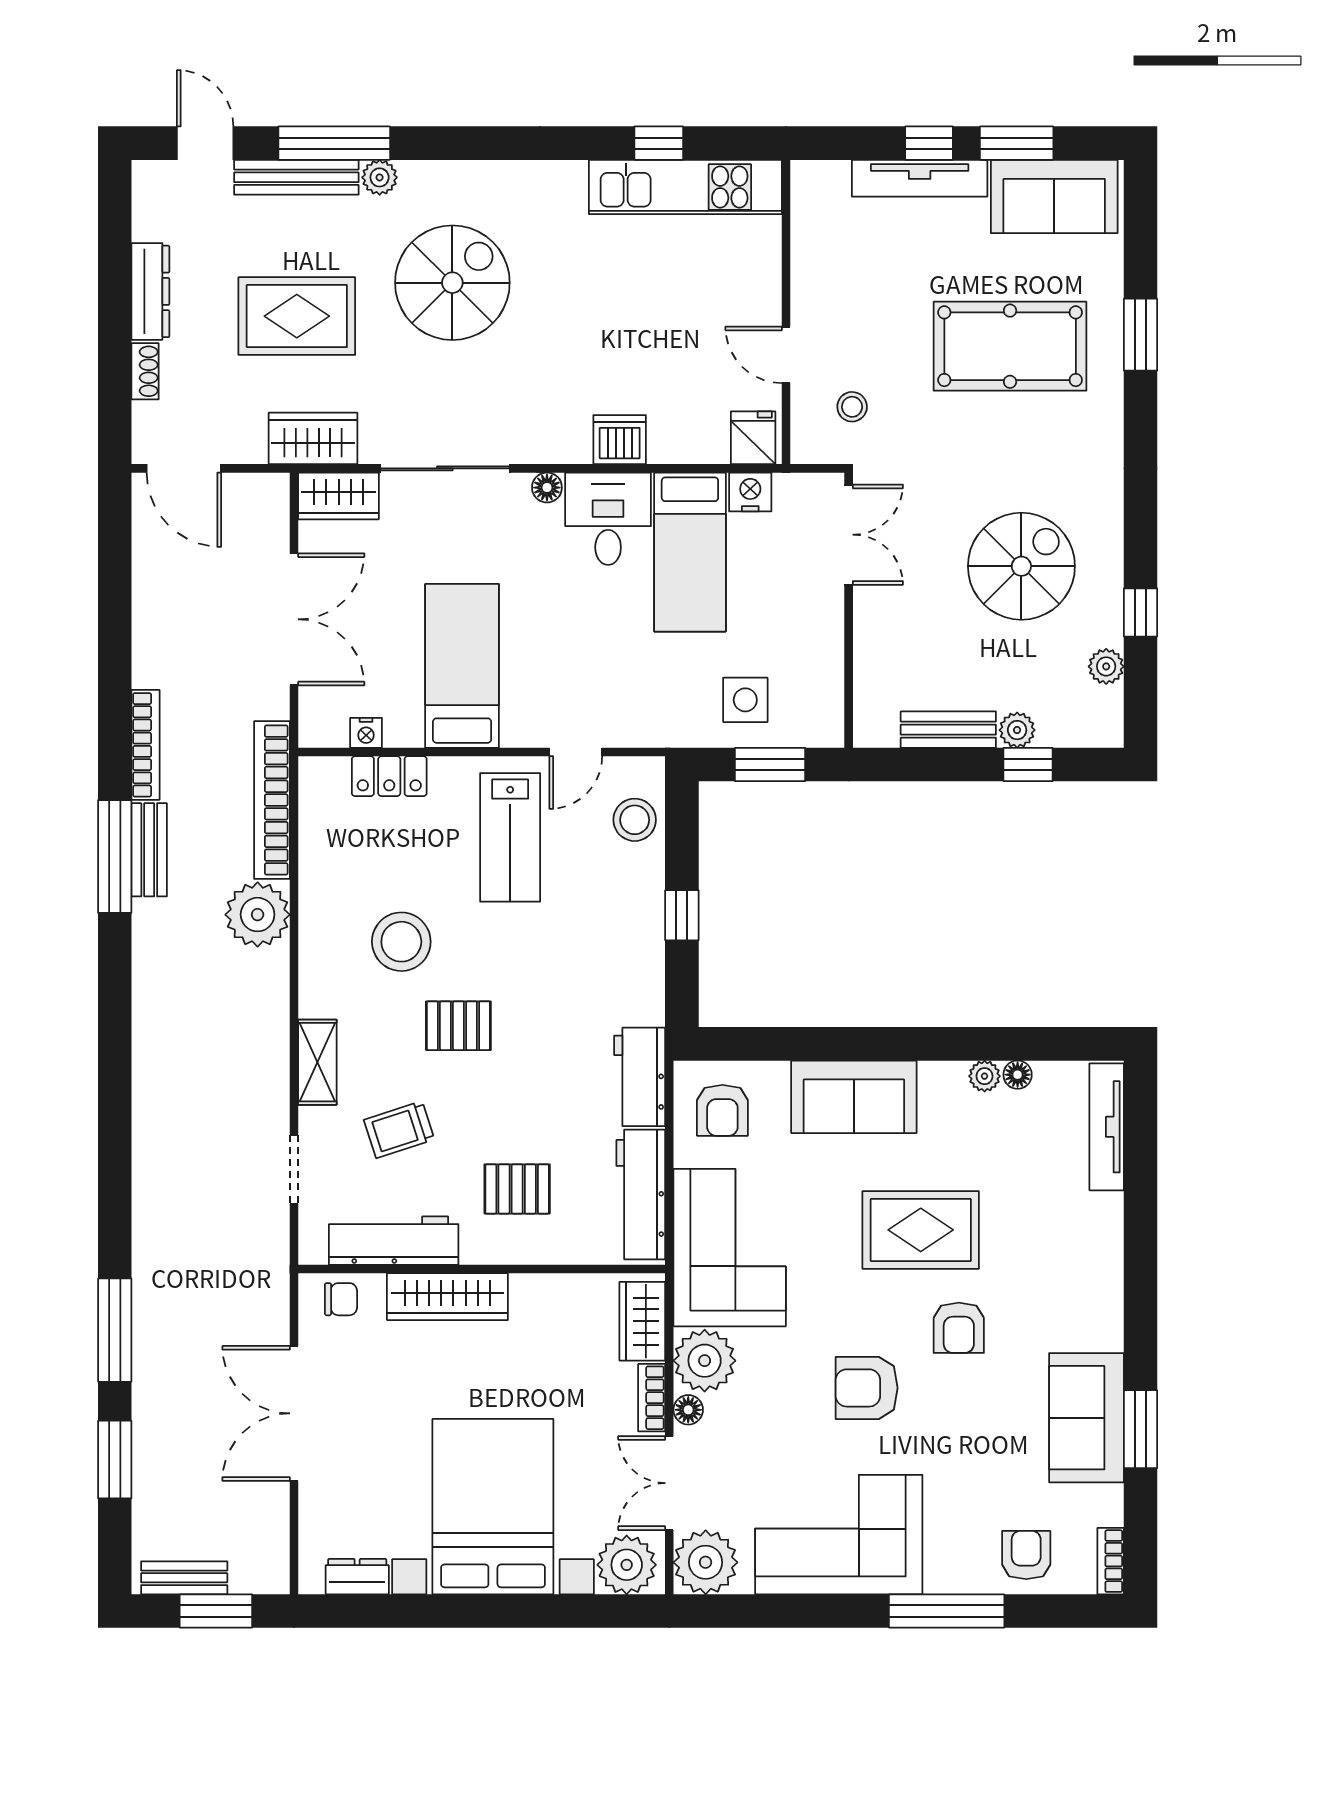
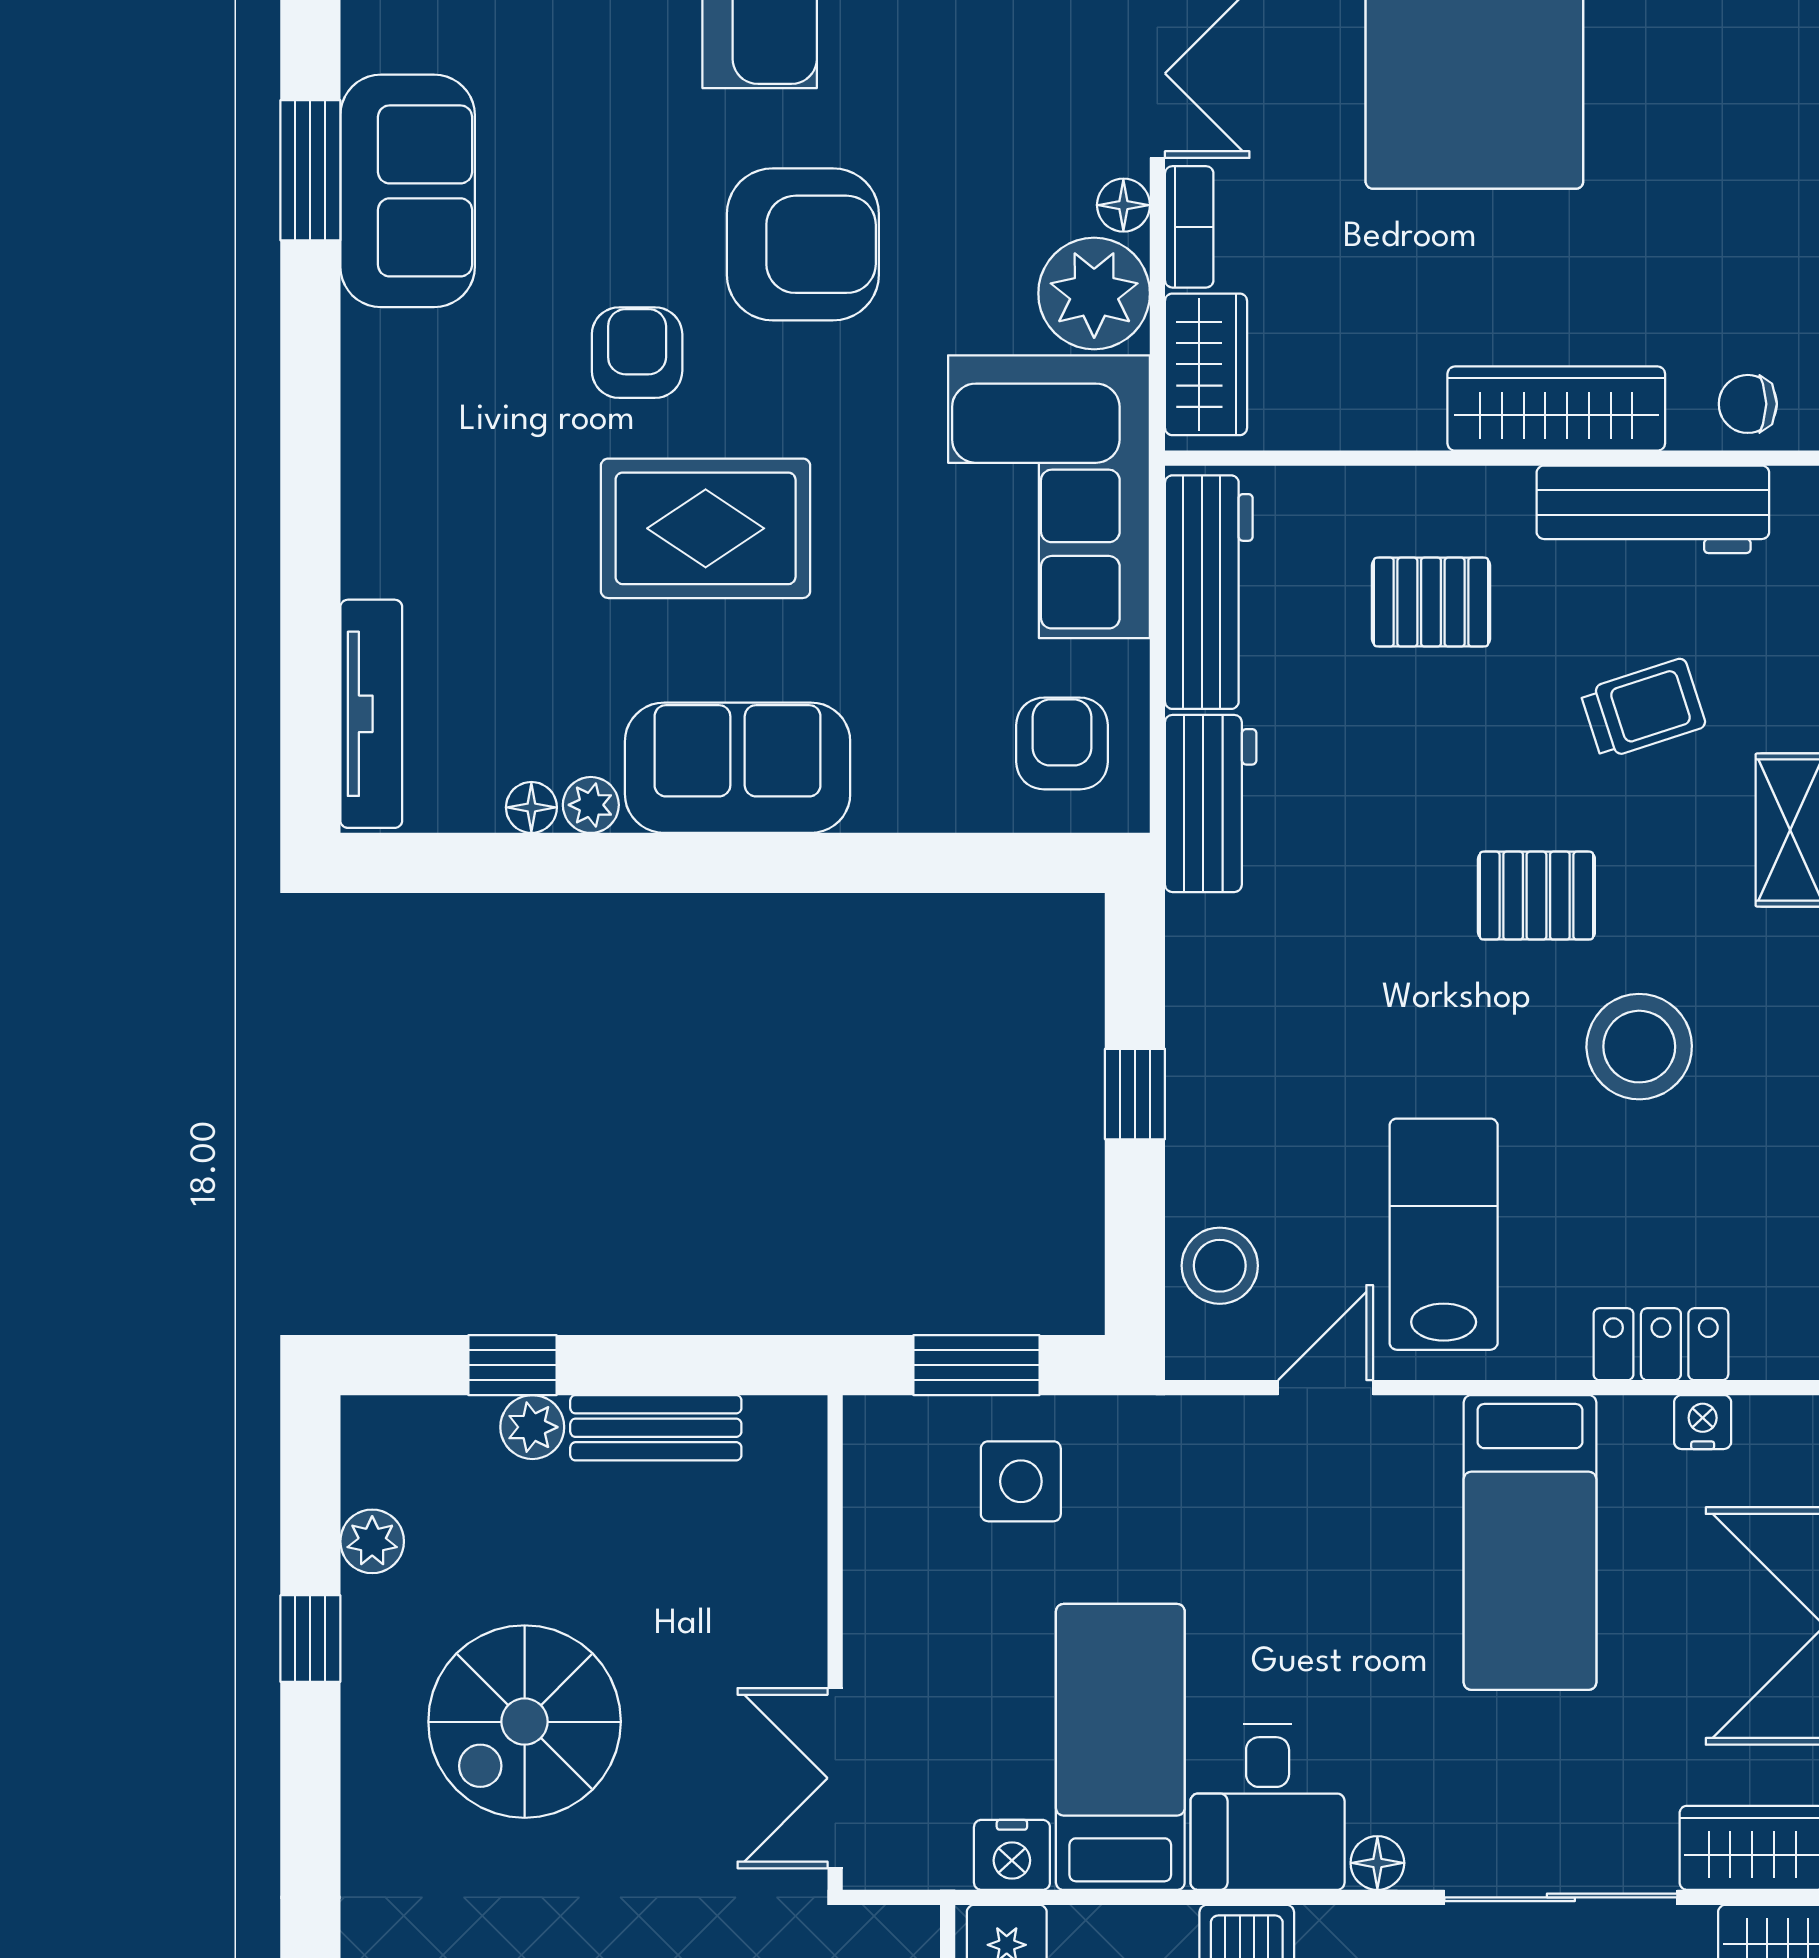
sofa: (854, 1097) -> (738, 768), moved
armchair: (867, 1388) -> (803, 244), width x1.36, depth x1.36

